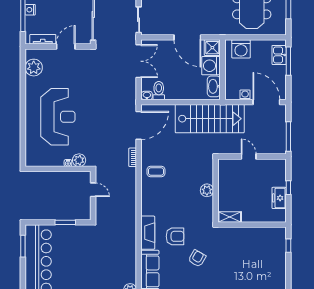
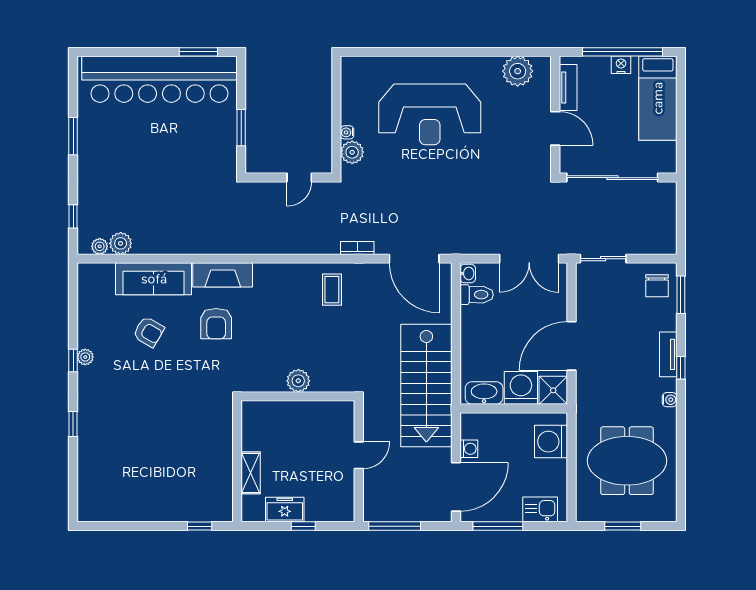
window: (288, 61) -> (498, 526), moved
shelving: (230, 217) -> (251, 473), moved
armchair: (197, 258) -> (149, 332), moved

